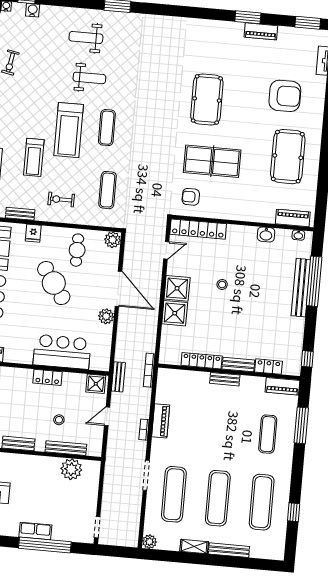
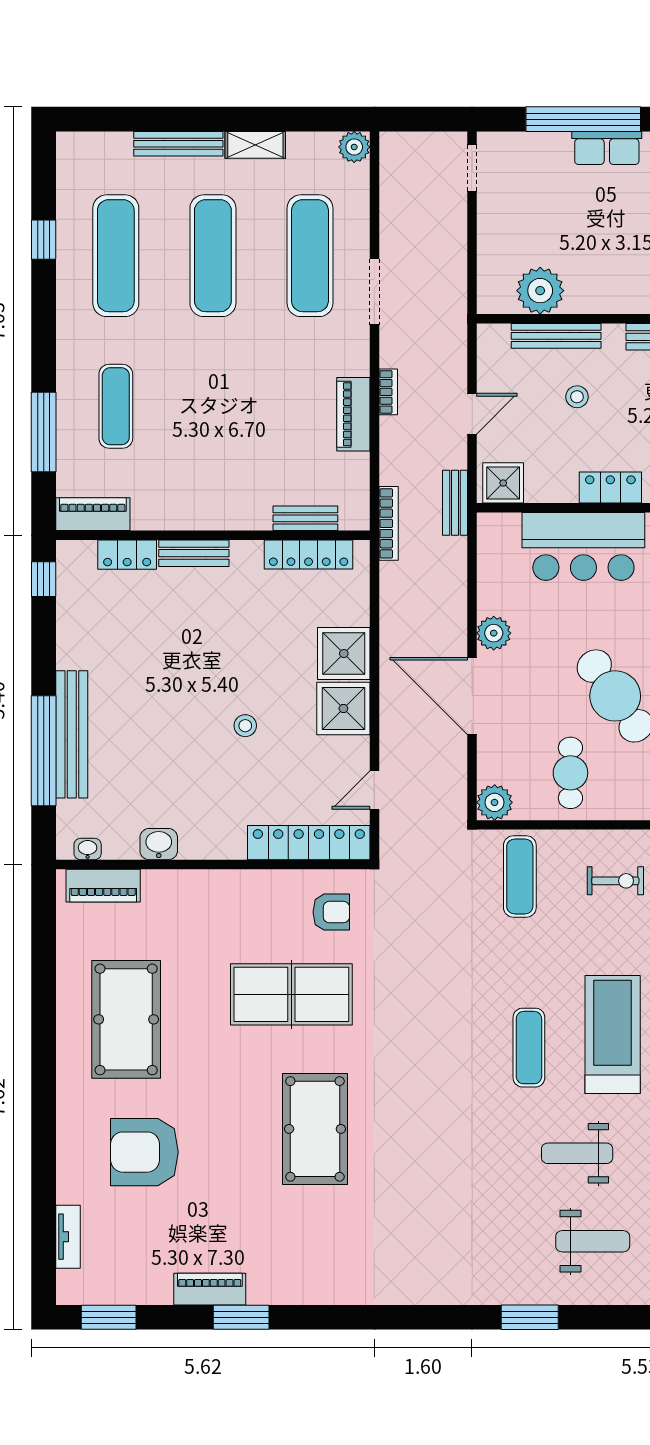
exercise mat: (108, 190) -> (520, 876), moved
locker: (202, 361) -> (309, 554), moved
bench: (225, 379) -> (305, 518), moved

